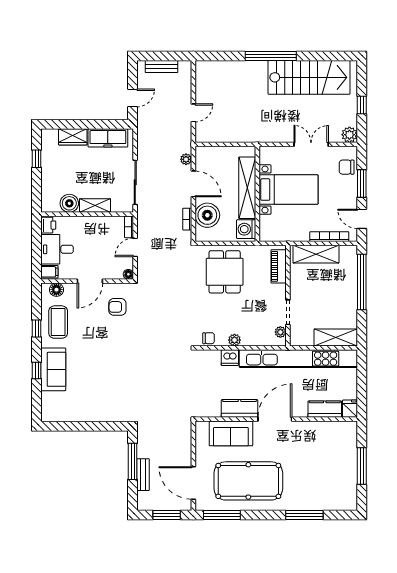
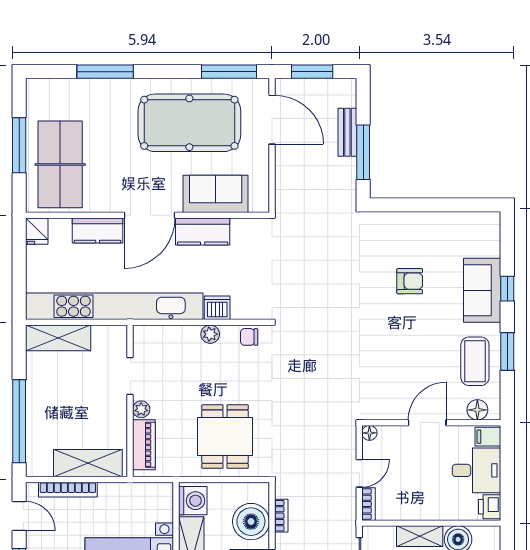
armchair: (117, 307) -> (410, 281), moved
window: (37, 328) -> (507, 352), width x1.50
plant: (280, 332) -> (141, 409), moved
kitchen counter: (325, 409) -> (98, 230), moved
table tennis table: (334, 453) -> (60, 164), added

